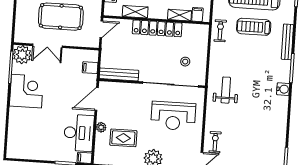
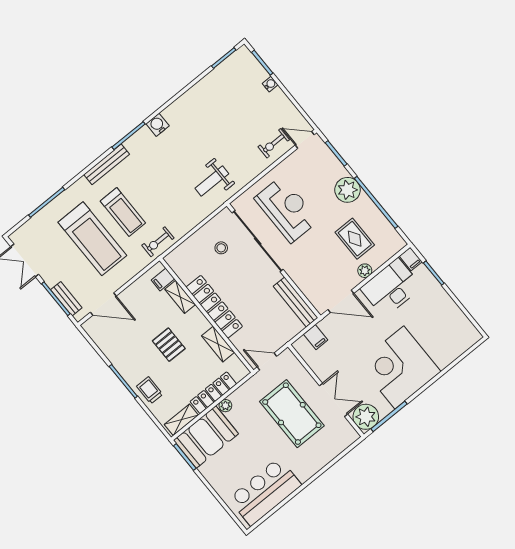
corner desk: (26, 91) -> (399, 368), width x1.36, depth x1.36

